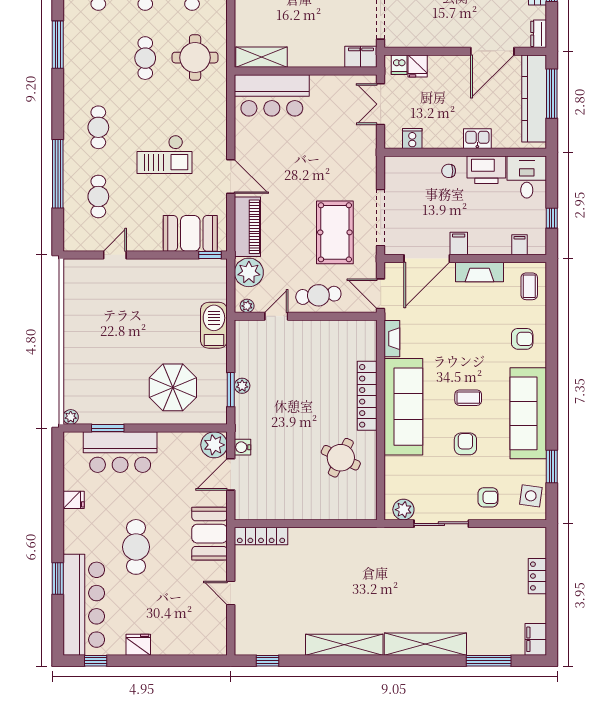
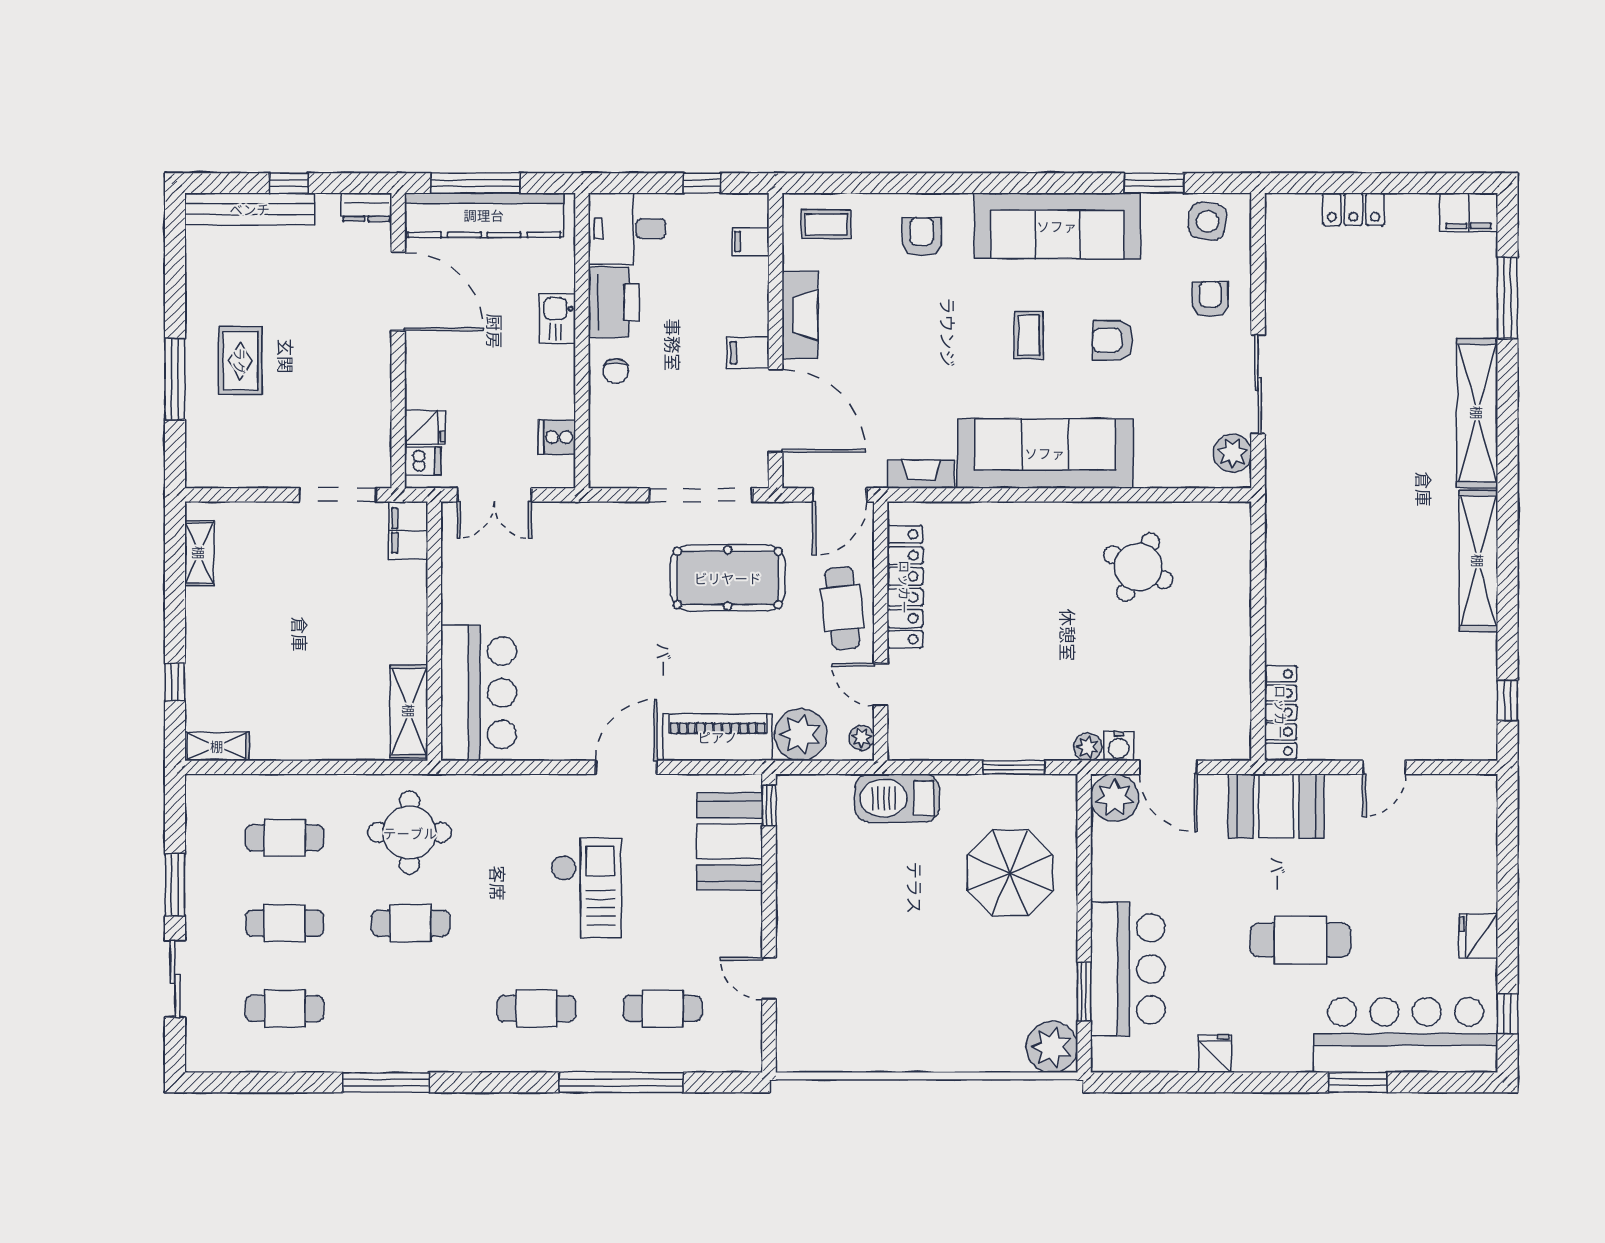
plant: (242, 386) -> (1088, 747), moved
locker: (367, 396) -> (905, 587), moved, turned -90
plant: (71, 417) -> (1052, 1047), width x1.88, depth x1.88

